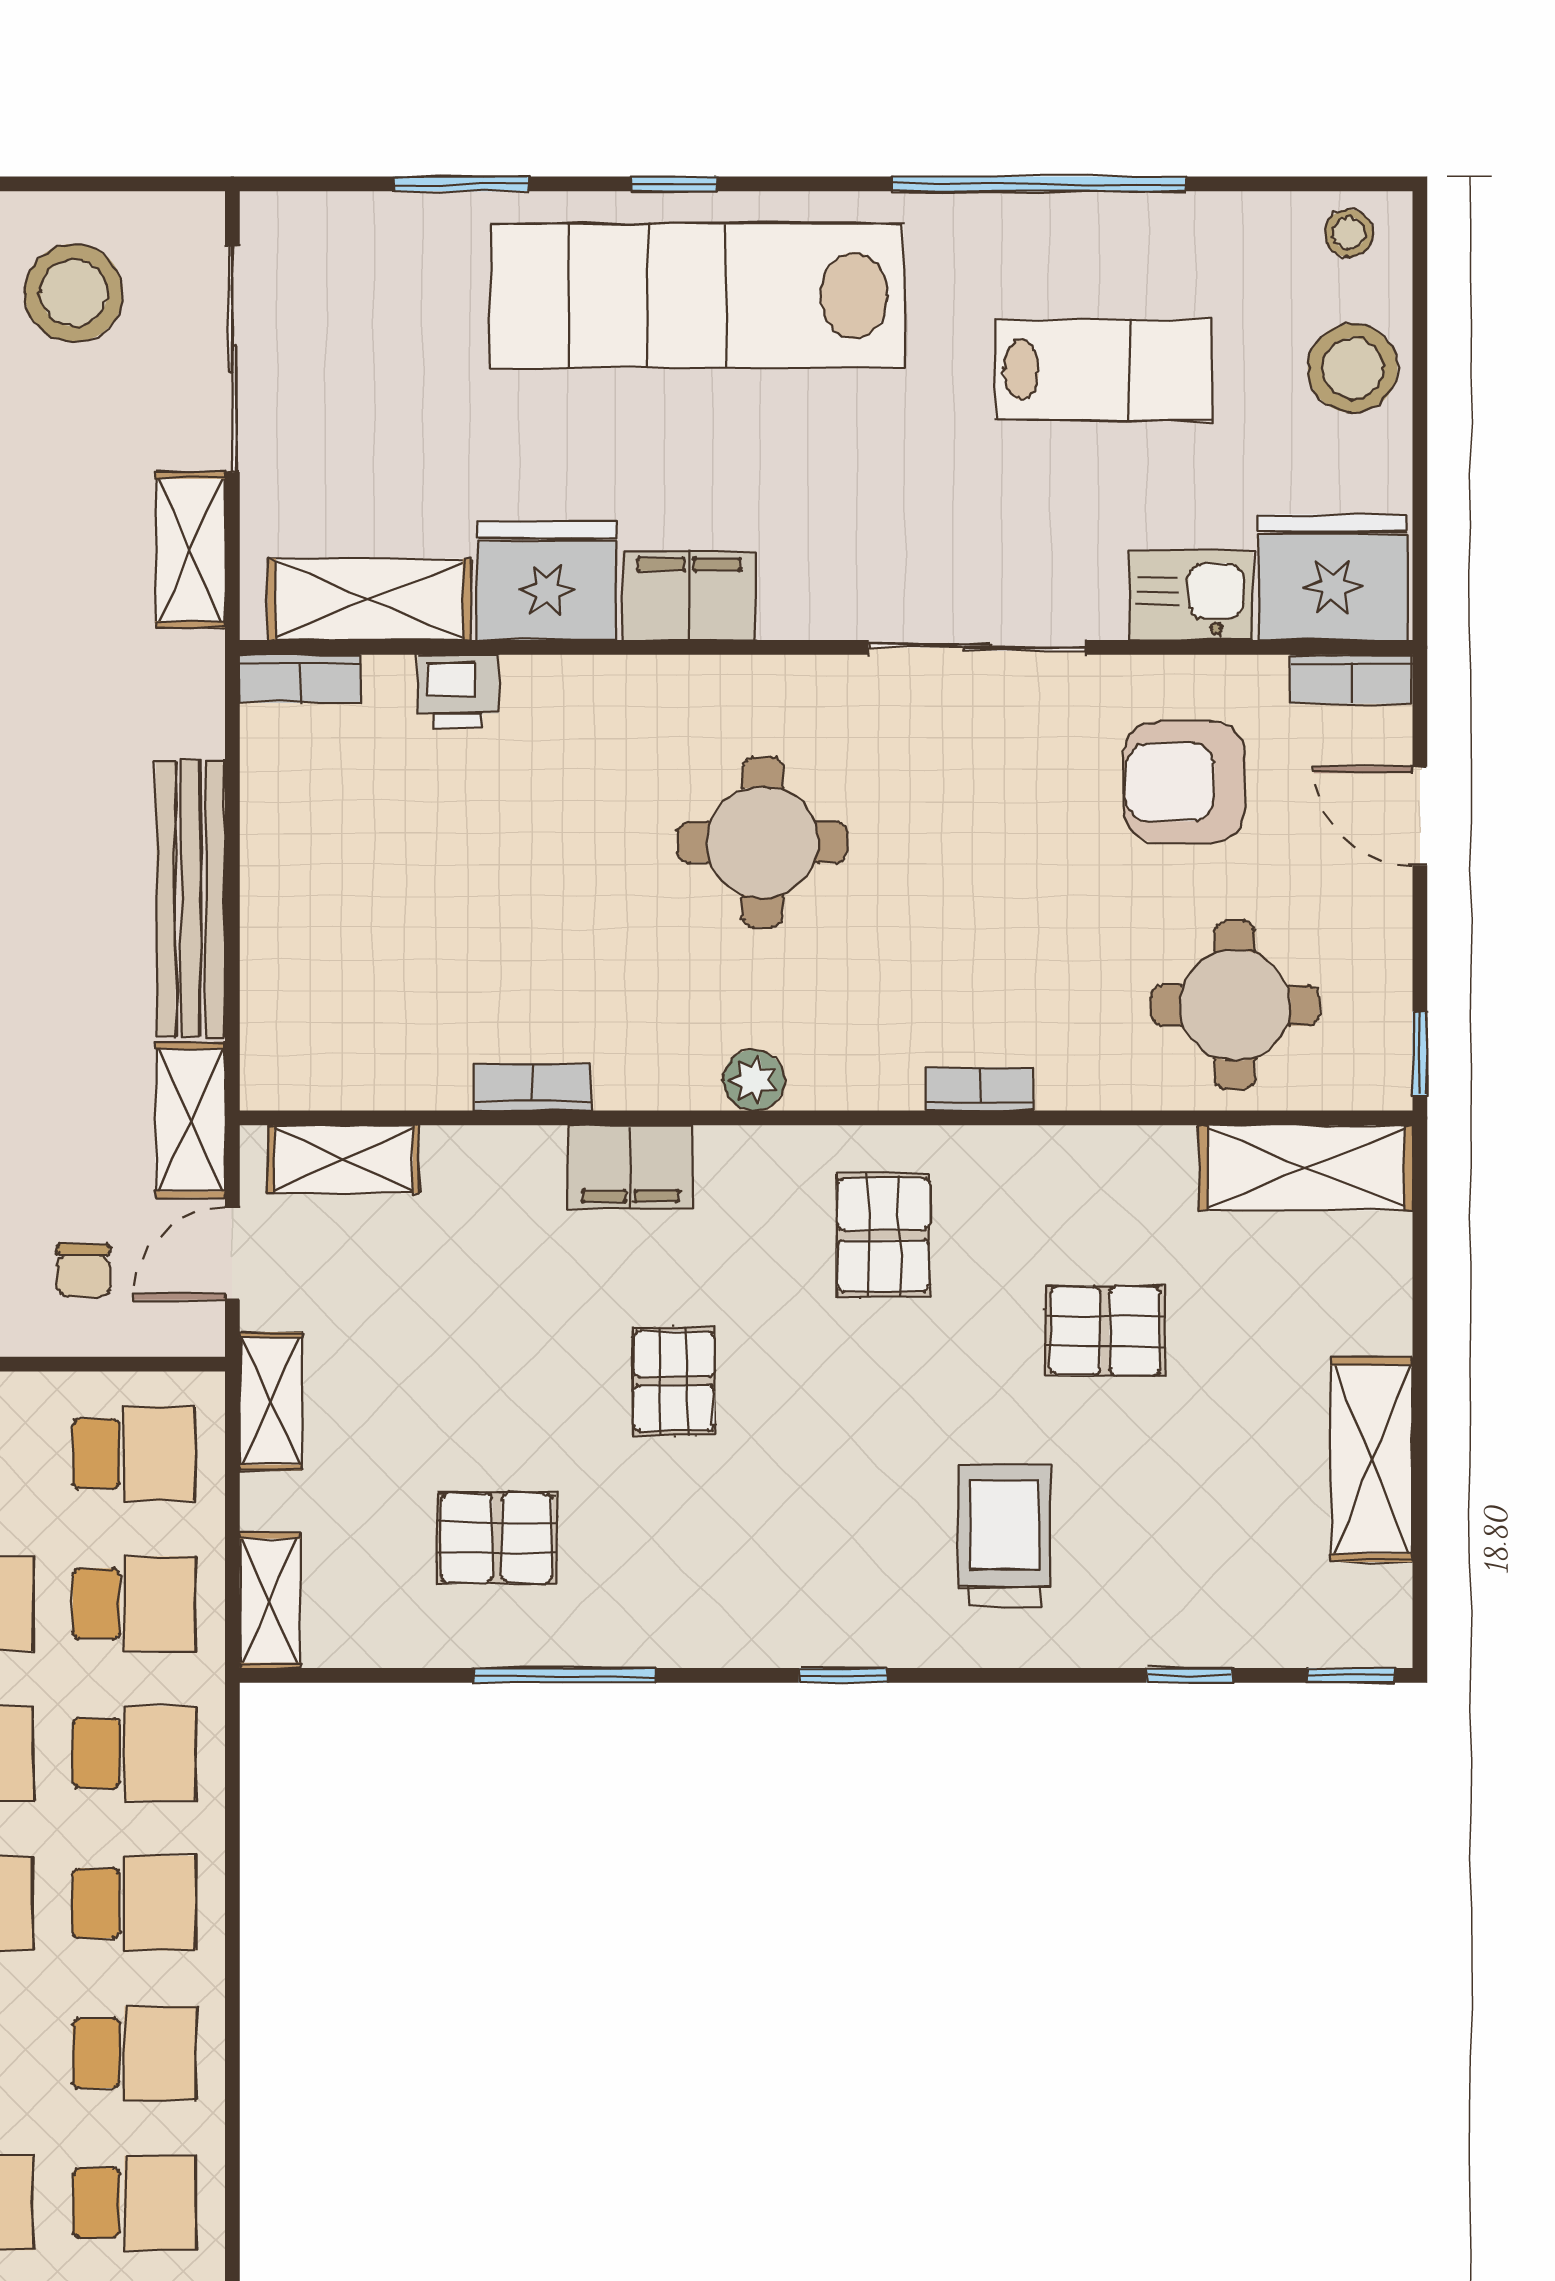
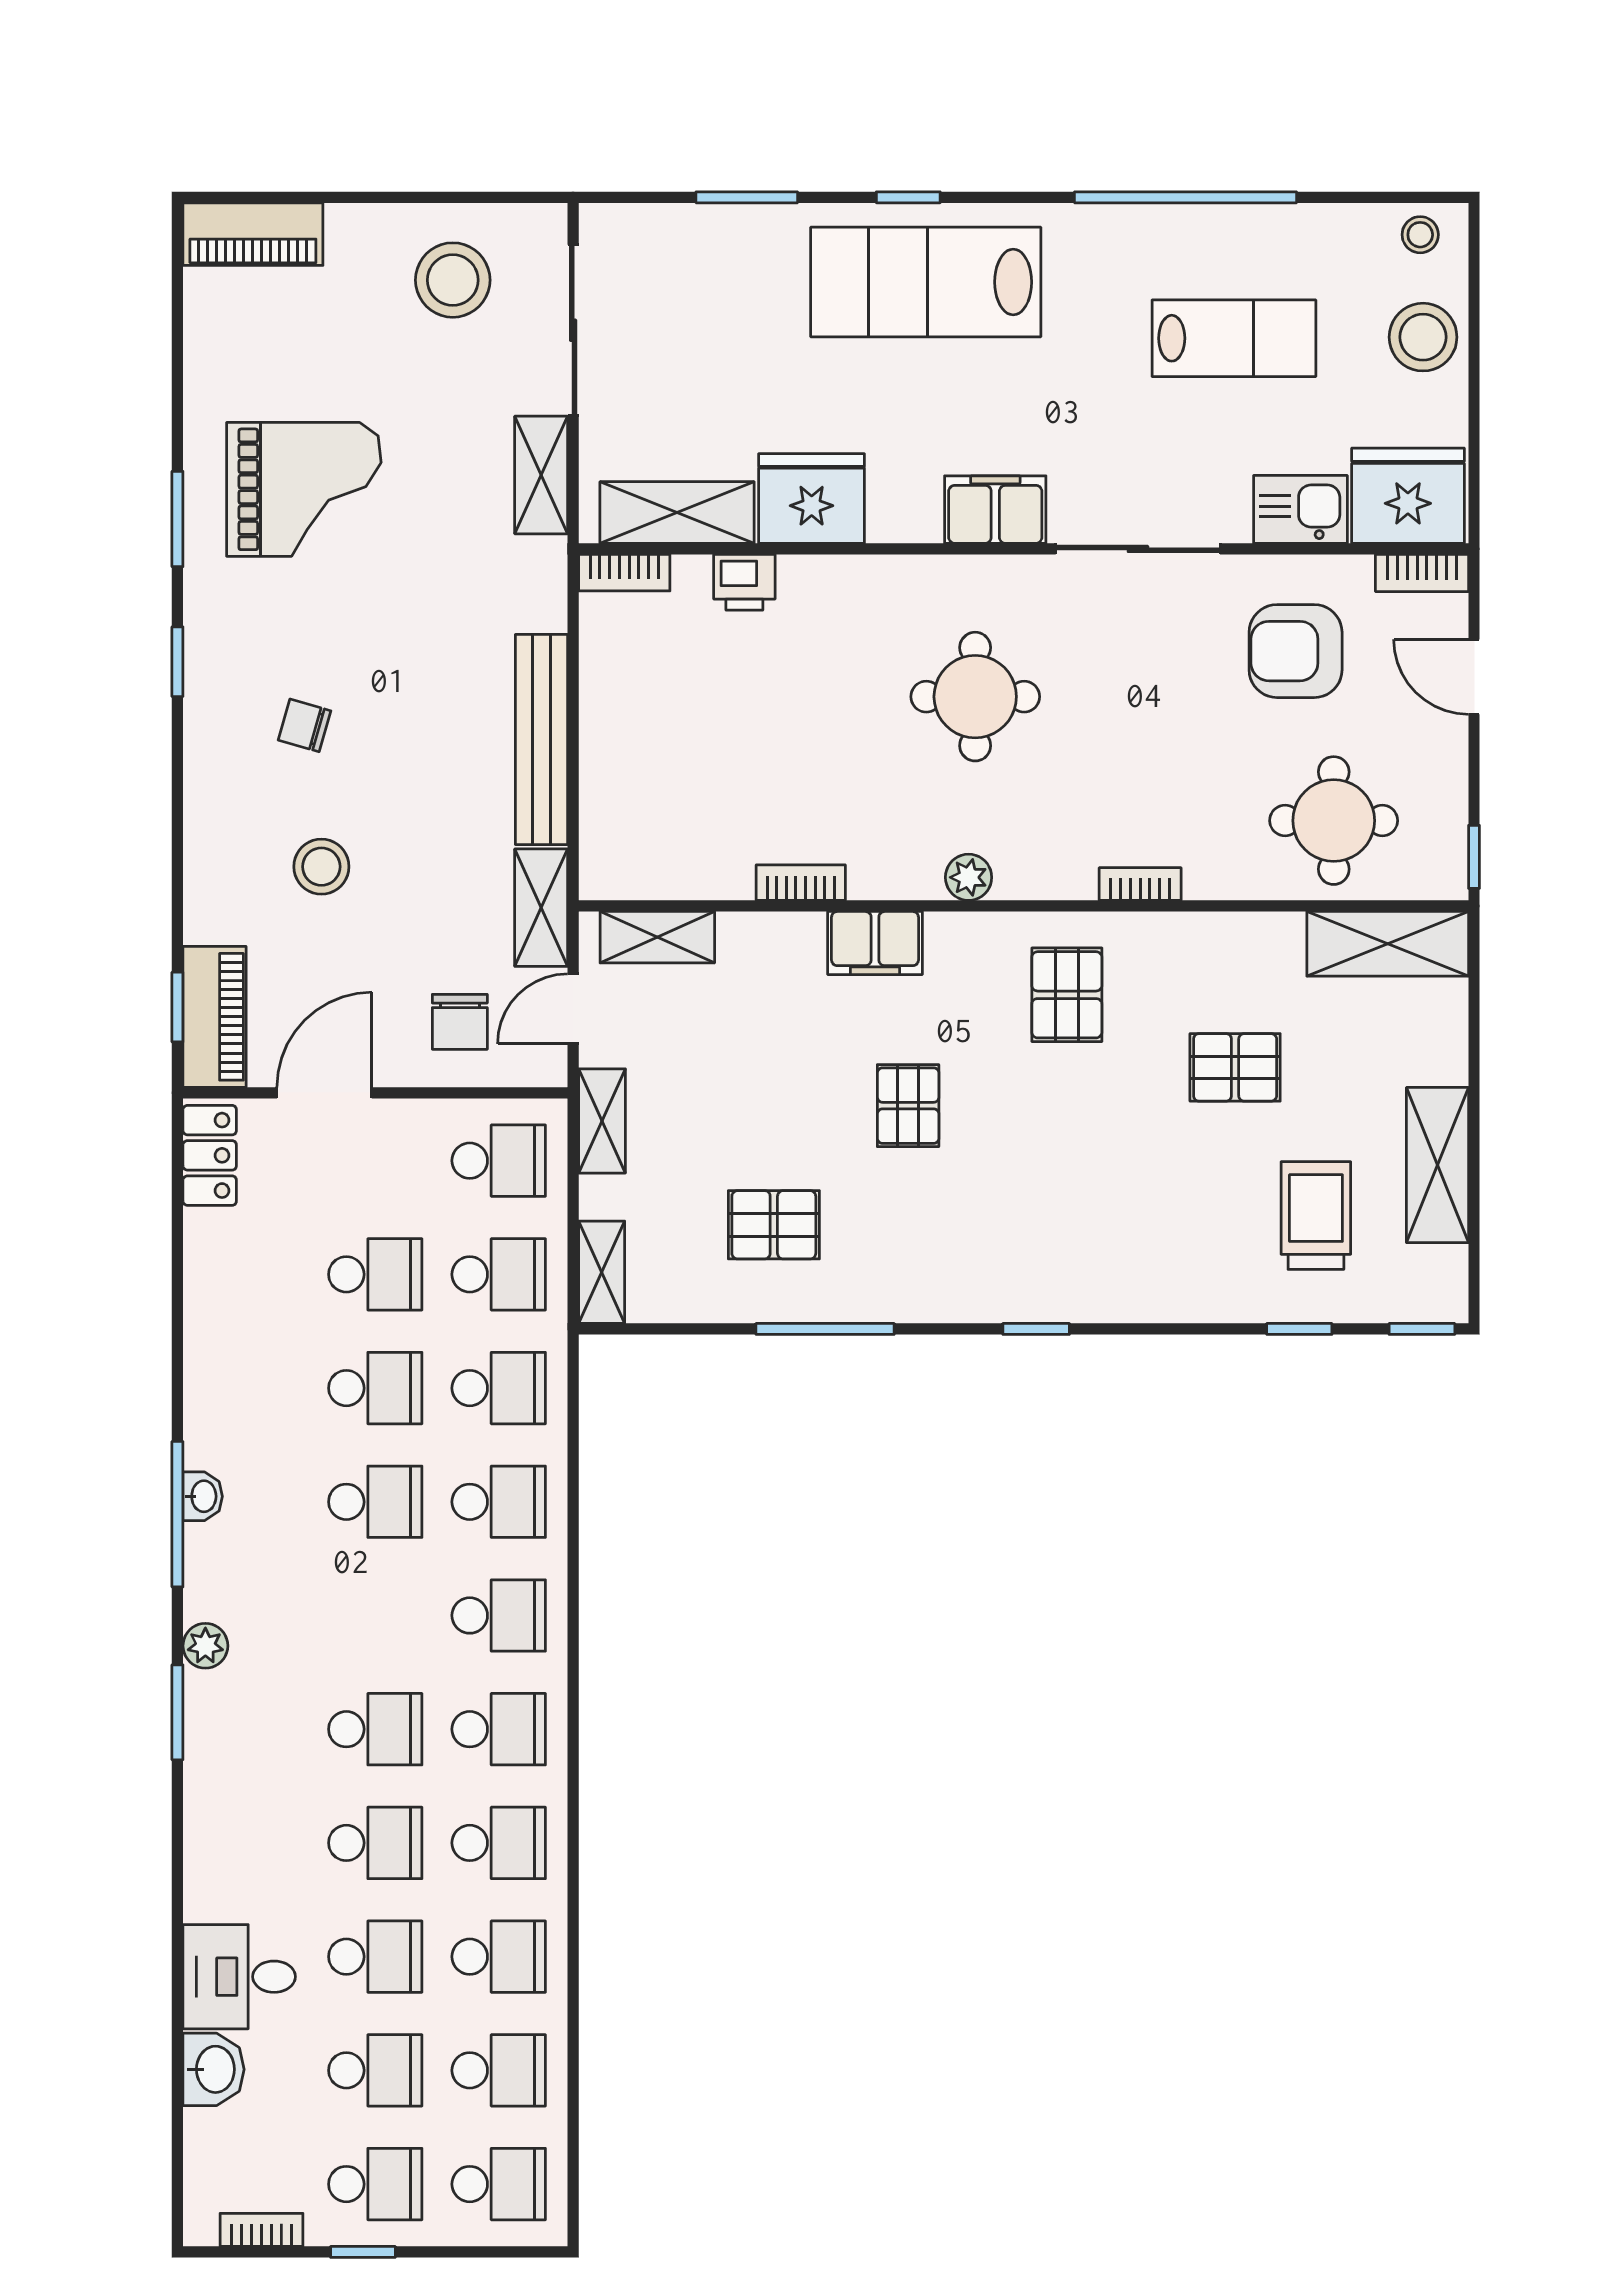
lab bench: (697, 296) -> (926, 282), width x0.73
filing cabinet: (689, 596) -> (995, 510), moved
chair: (83, 1271) -> (460, 1022), width x1.37, depth x1.37
trolley: (1004, 1536) -> (1316, 1216), moved

